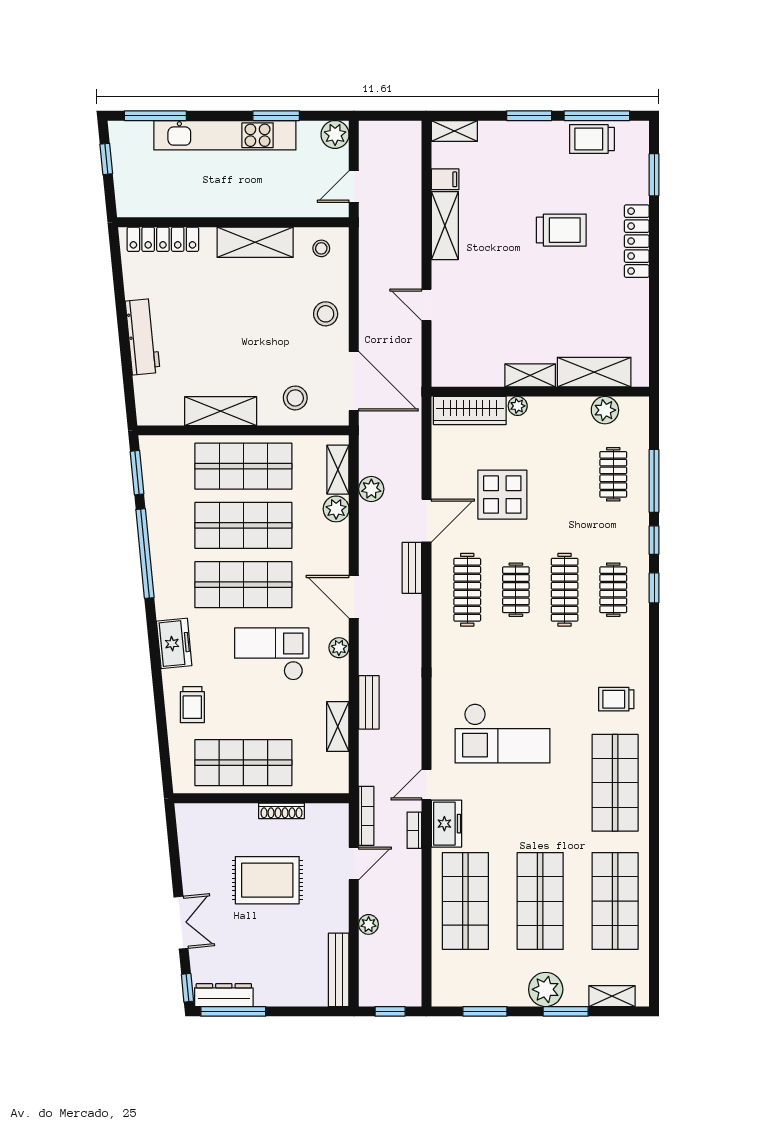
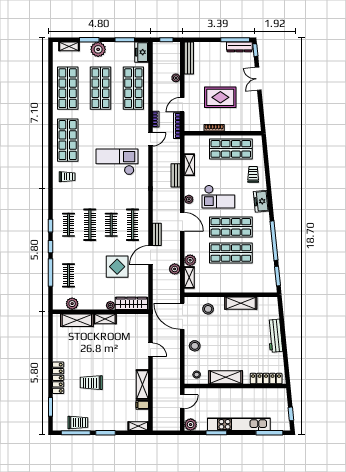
shop shelf: (243, 466) -> (231, 279), removed
freezer: (447, 824) -> (142, 52), moved

